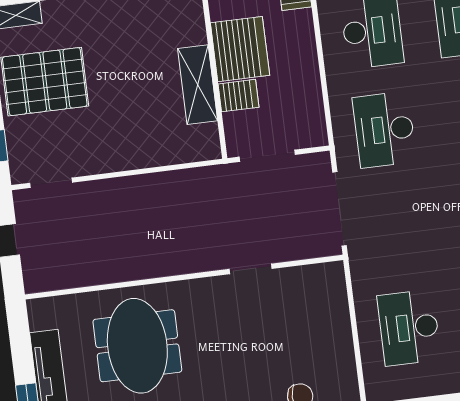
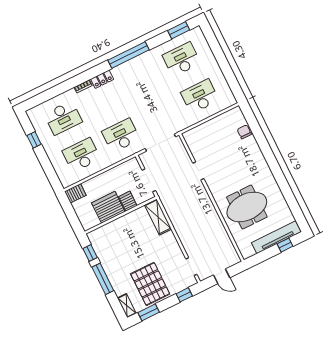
shelving: (198, 85) -> (158, 217), moved, turned 90
desk: (384, 130) -> (121, 135), turned 180
desk: (409, 328) -> (200, 96), turned 180

